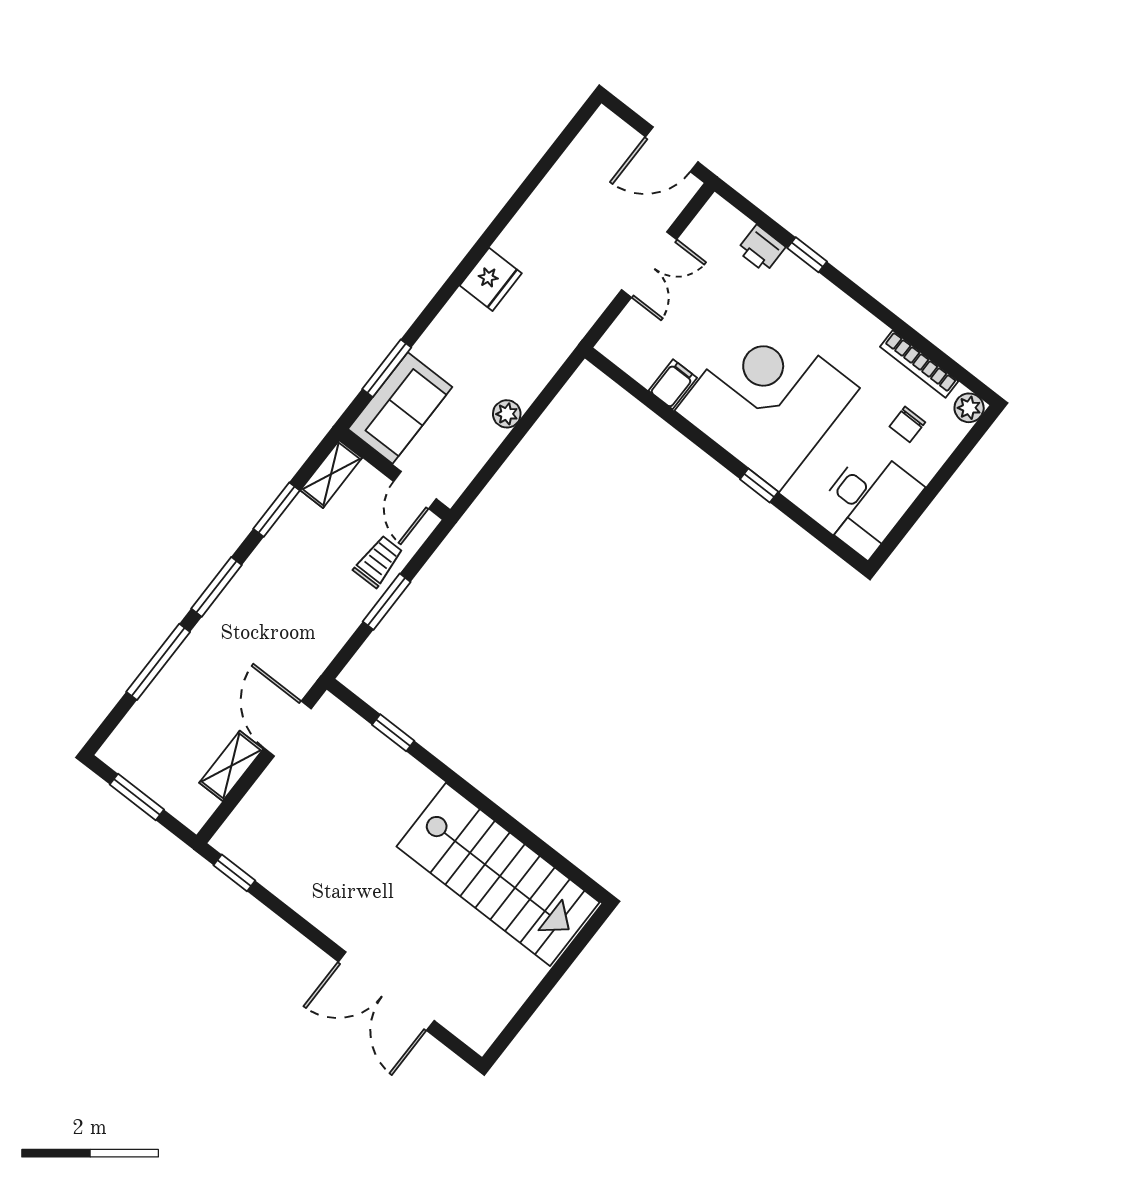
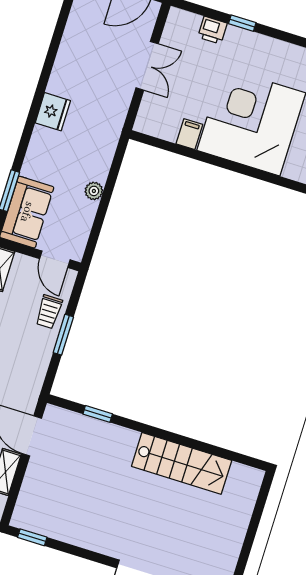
window: (759, 486) -> (266, 177), removed
trolley: (378, 561) -> (49, 312), turned 180
stairs: (498, 874) -> (182, 463), width x0.73, depth x0.66

